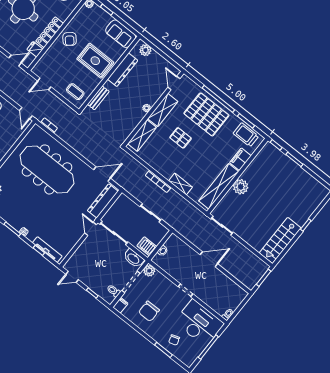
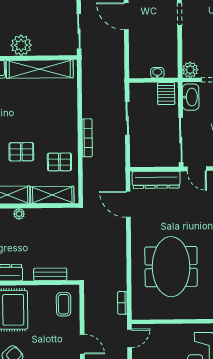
pallet: (181, 138) -> (21, 152), turned 90
pallet: (157, 155) -> (59, 162), added
meeting table: (47, 169) -> (171, 267), width x0.73
shelving: (180, 184) -> (71, 112), removed
door: (90, 229) -> (197, 169), hinge flipped

